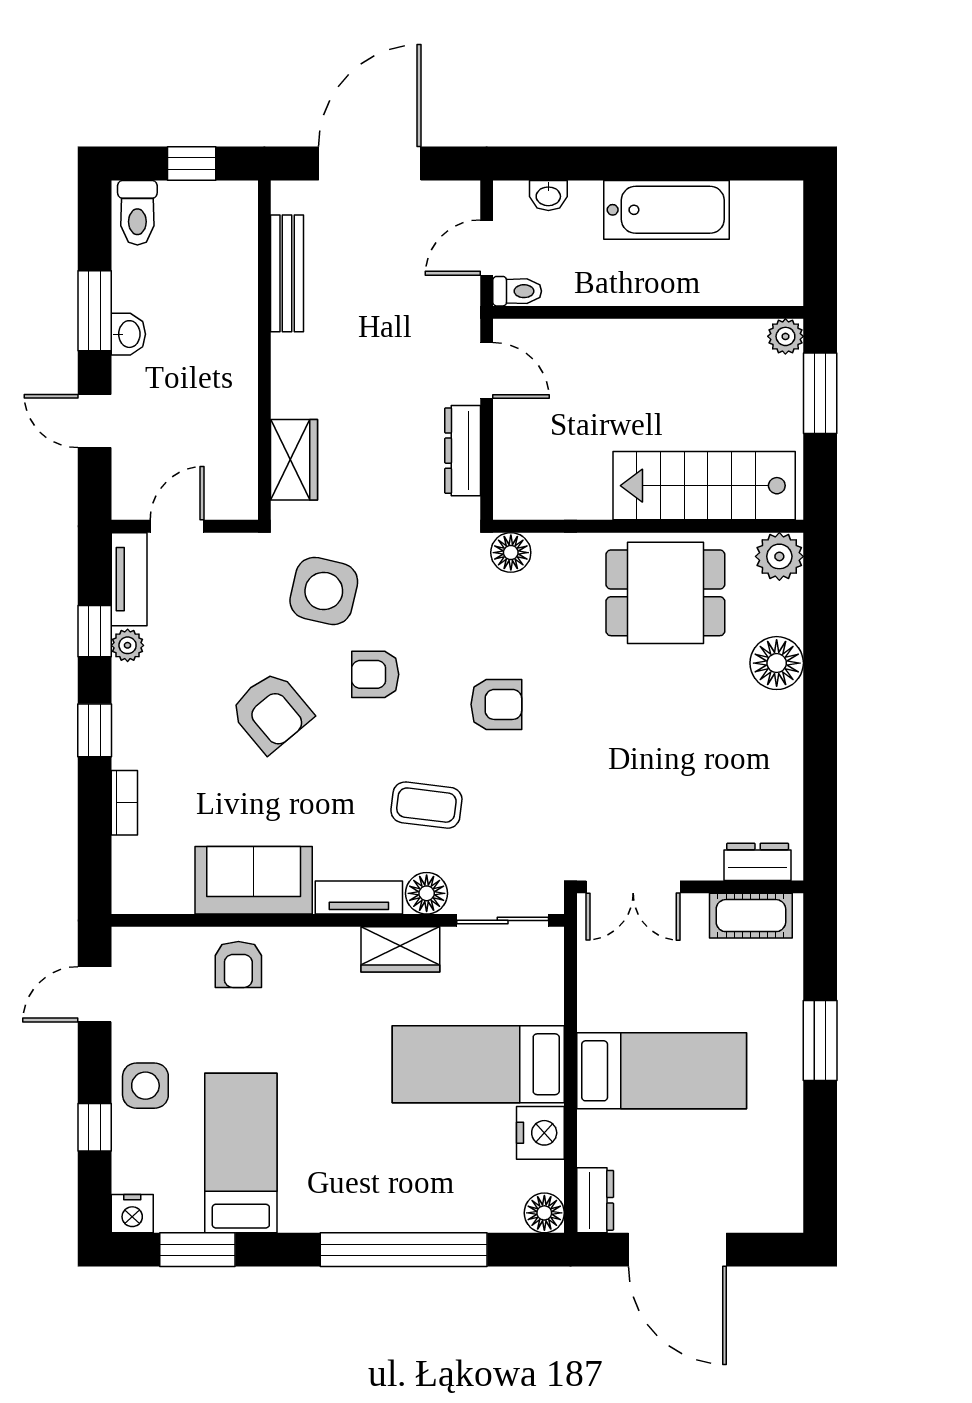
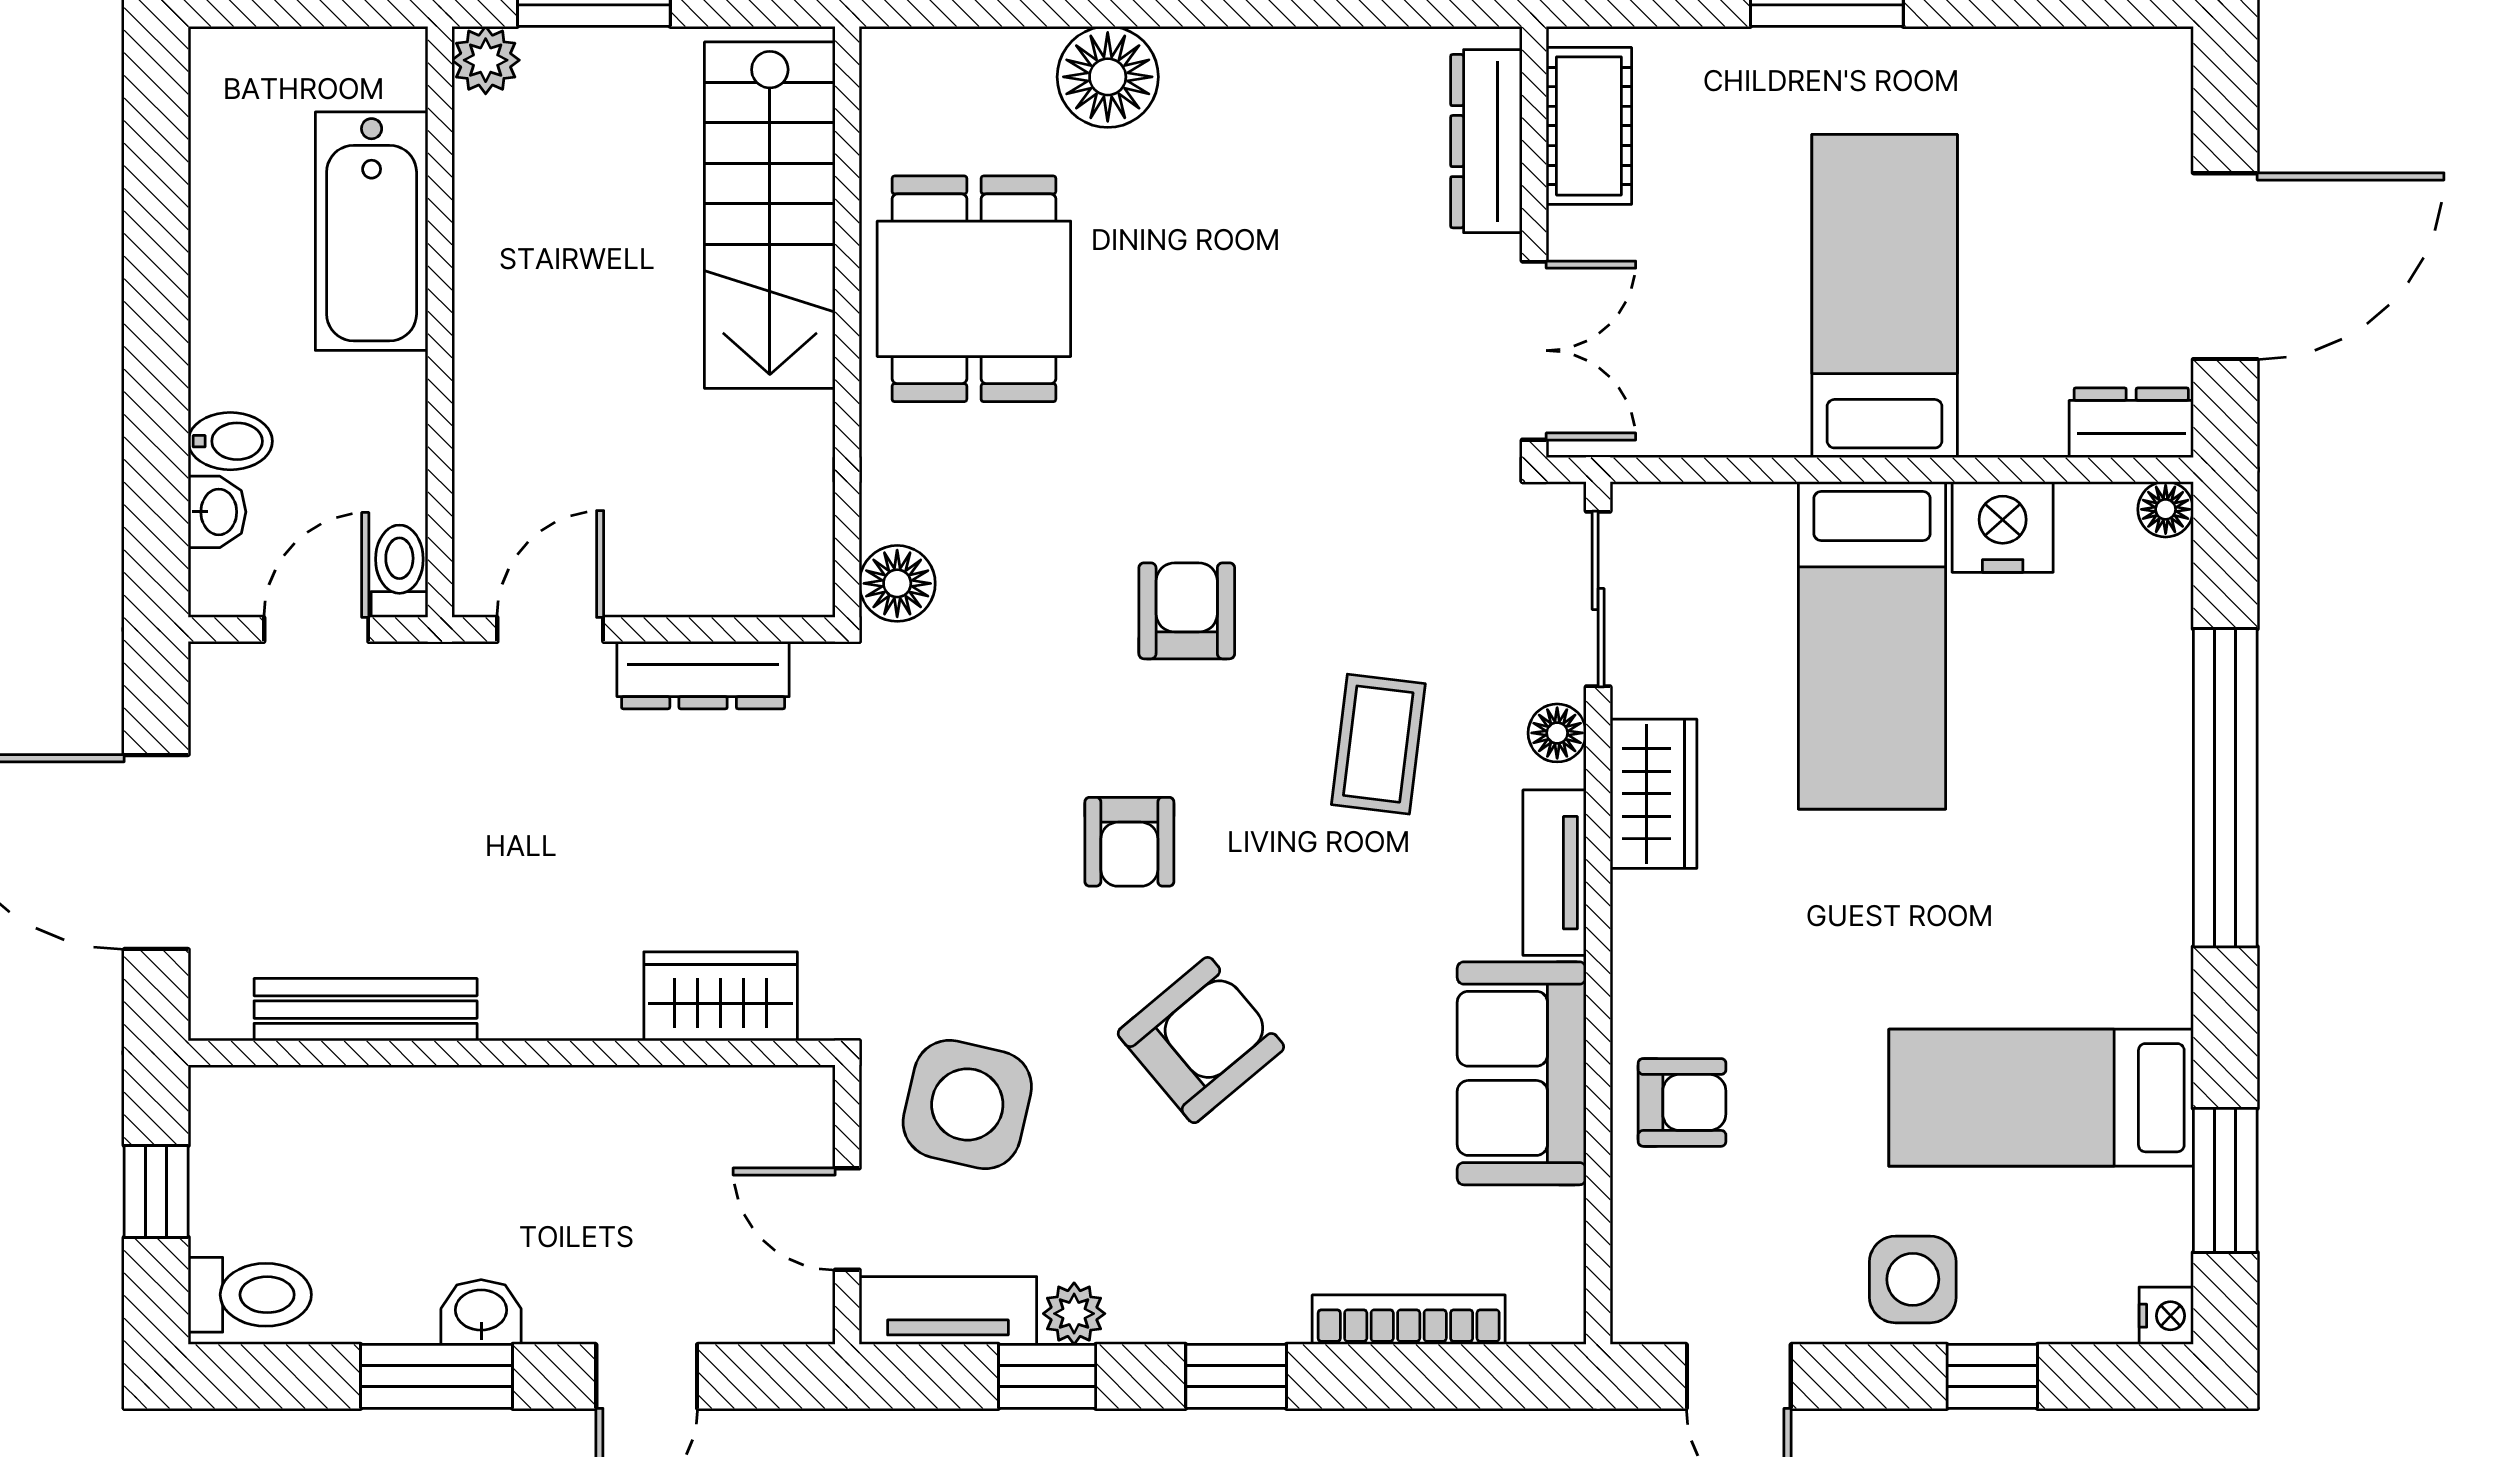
bidet: (585, 202) -> (230, 441), added
bathtub: (666, 210) -> (372, 231), moved, turned 180
door: (487, 248) -> (316, 629), swing flipped
plant: (779, 556) -> (905, 72), removed
side table: (324, 591) -> (967, 1104), moved
bookcase: (124, 803) -> (1409, 1320), width x1.56
dresser: (758, 862) -> (1486, 141), width x1.44
floor lamp: (427, 893) -> (1557, 733), width x0.73, depth x0.73
floor lamp: (544, 1213) -> (2166, 509), width x0.73, depth x0.73
nightstand: (132, 1214) -> (2166, 1316), width x0.72, depth x0.74

